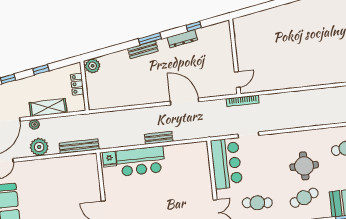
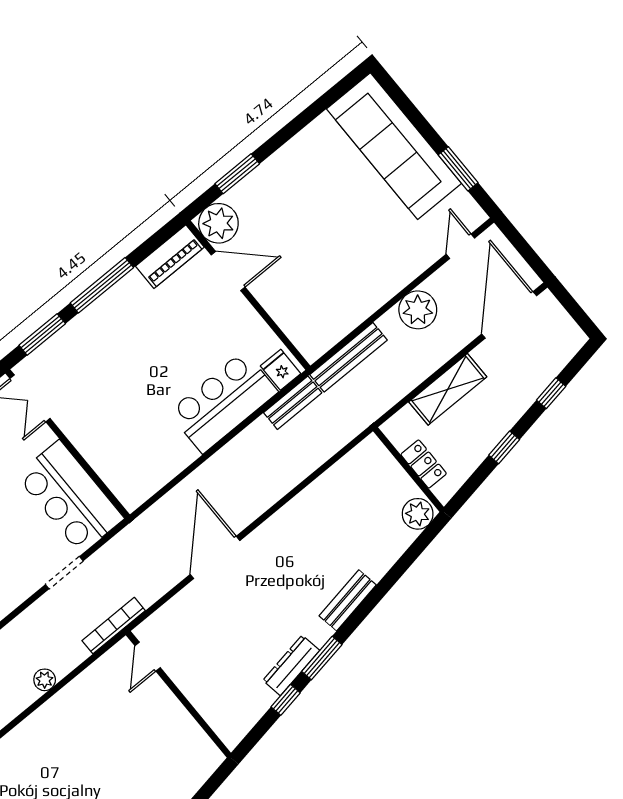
window: (150, 39) -> (322, 658), moved
door: (185, 102) -> (215, 557), swing flipped
plant: (34, 124) -> (45, 680), moved
bench: (159, 138) -> (293, 403), moved

